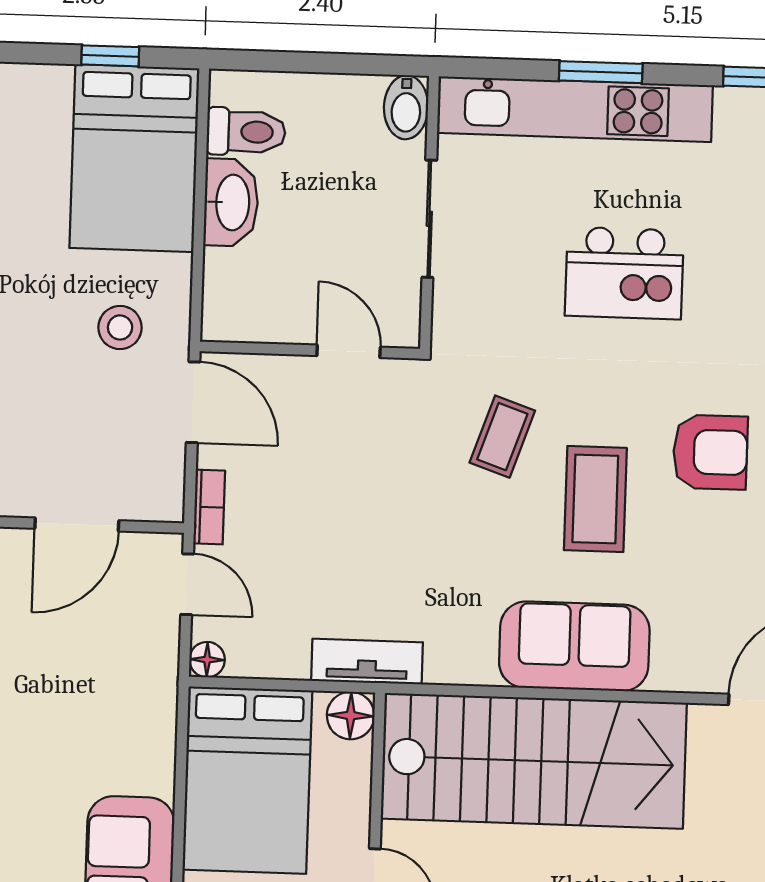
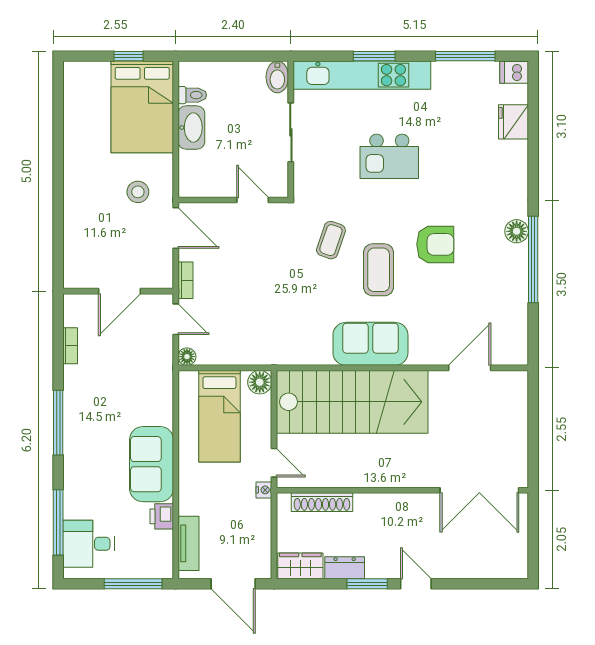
toilet: (246, 132) -> (192, 95), width x0.73, depth x0.72
tv unit: (367, 662) -> (267, 355), removed
bed: (247, 780) -> (219, 416), width x0.67

